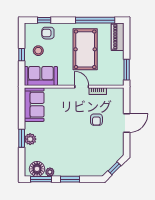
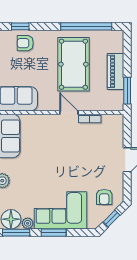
piano: (118, 37) -> (116, 71), moved
stool: (38, 51) -> (13, 66), removed
armchair: (96, 120) -> (104, 197), moved
corner sofa: (75, 162) -> (61, 210), added

